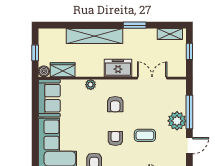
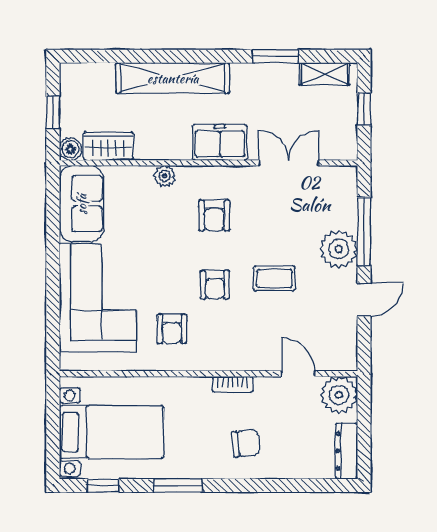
window: (135, 25) -> (275, 56), moved
armchair: (115, 139) -> (215, 285), turned 180

